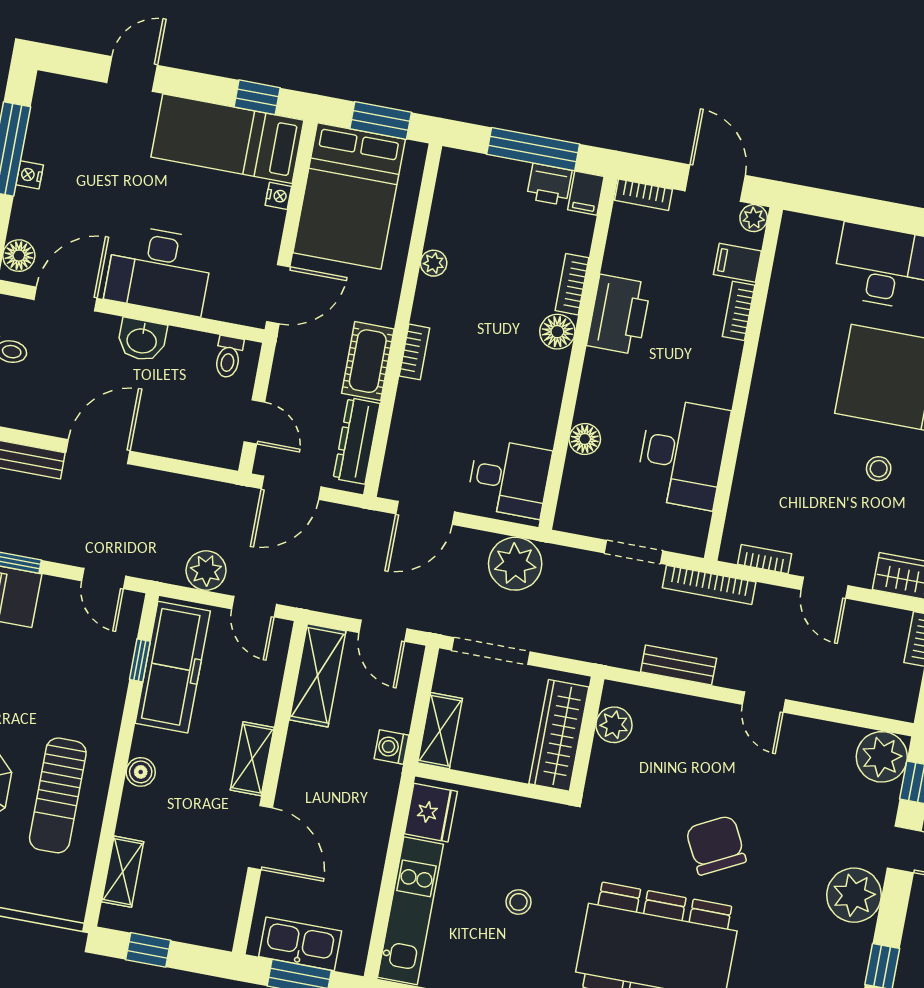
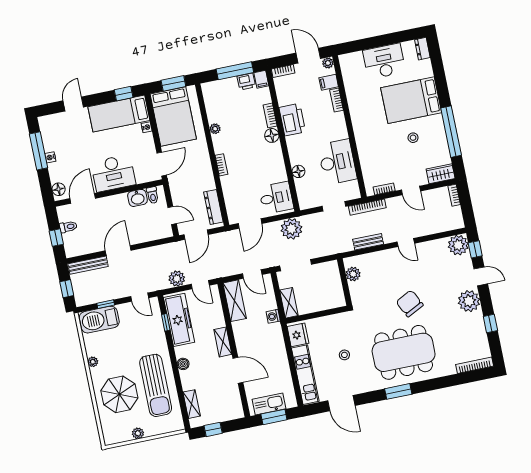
washbasin: (142, 340) -> (137, 198), moved
cot: (368, 361) -> (205, 175), removed
wardrobe: (559, 735) -> (334, 286), removed
sun lounger: (58, 795) -> (156, 385), width x1.36, depth x1.34

